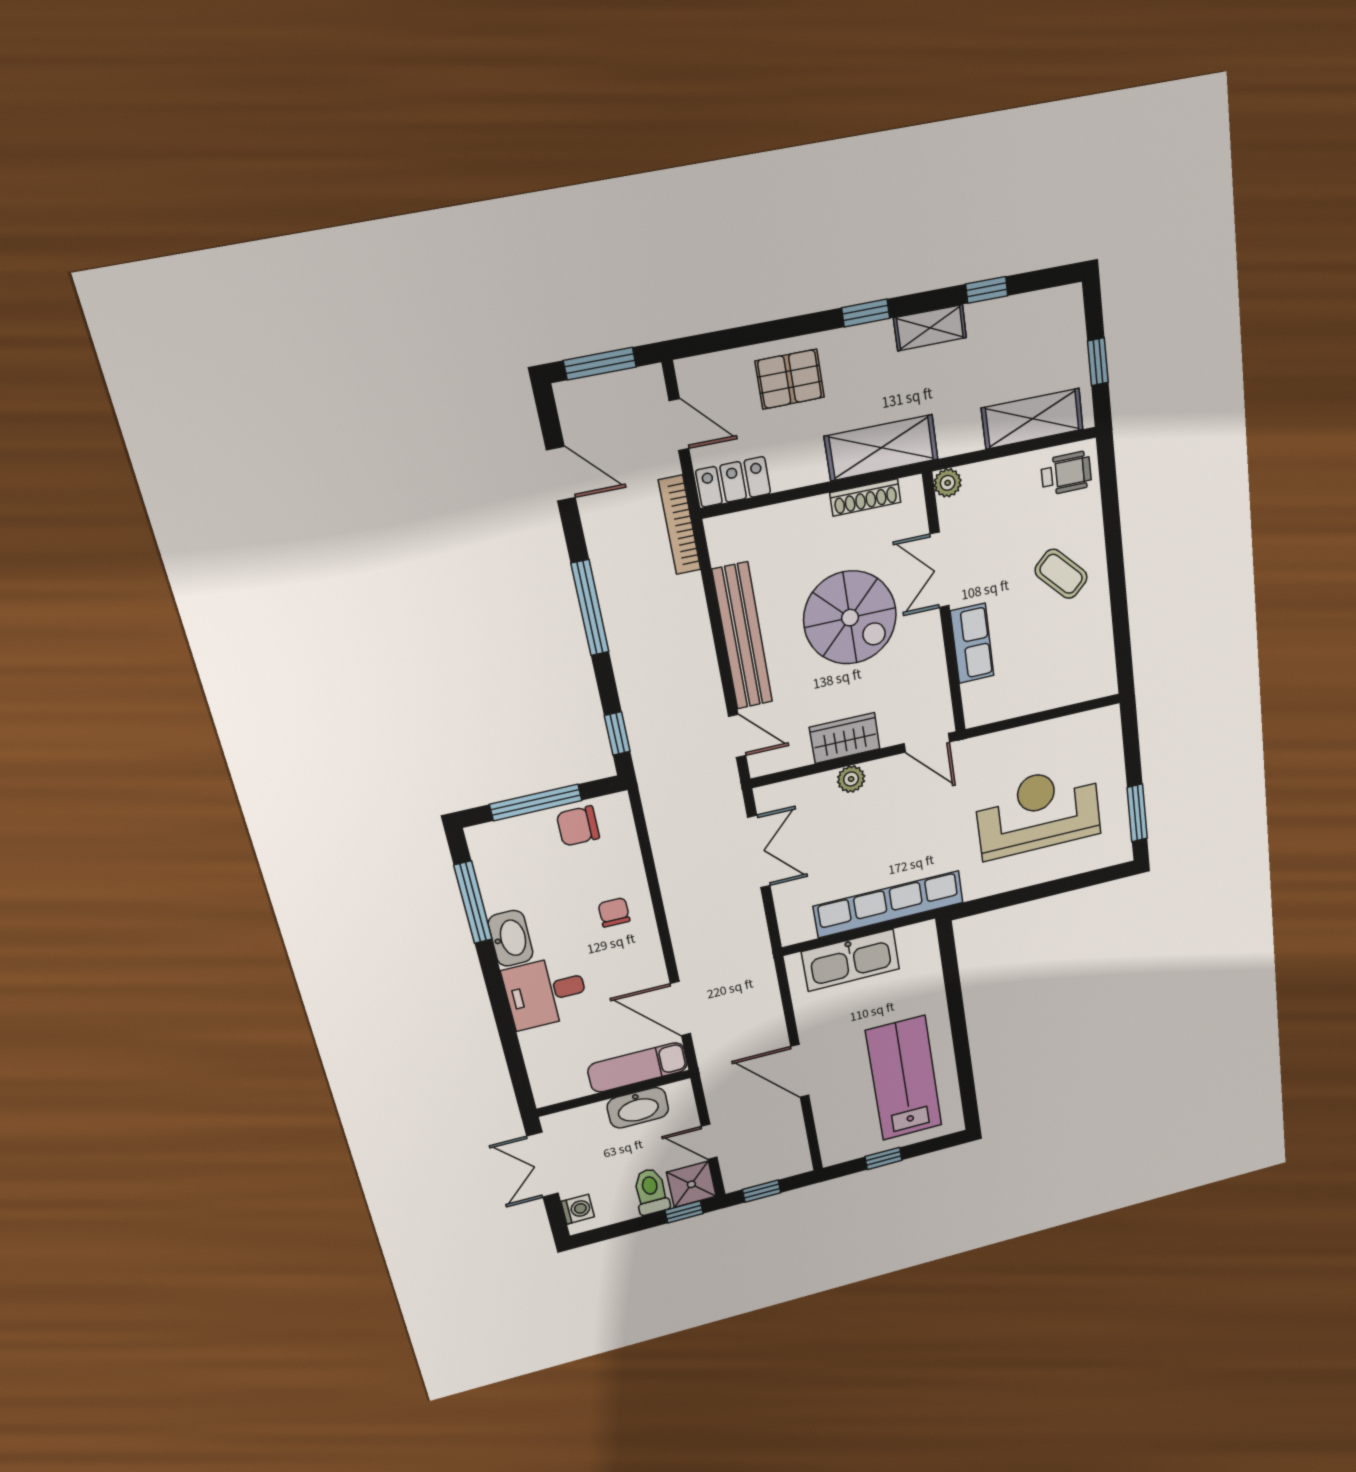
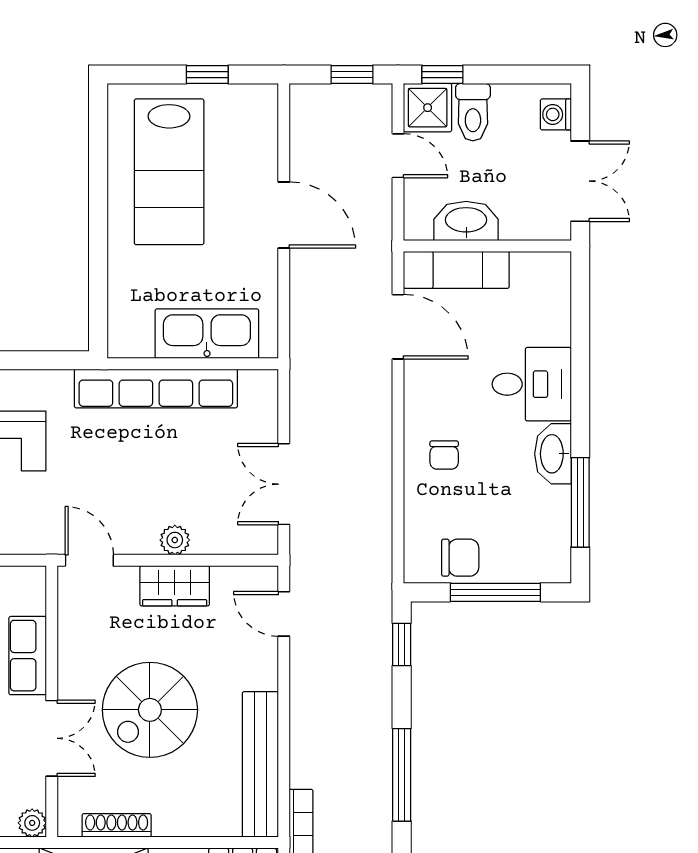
spiral stairs: (850, 618) -> (150, 710), turned -90
bench: (742, 636) -> (260, 764), moved

